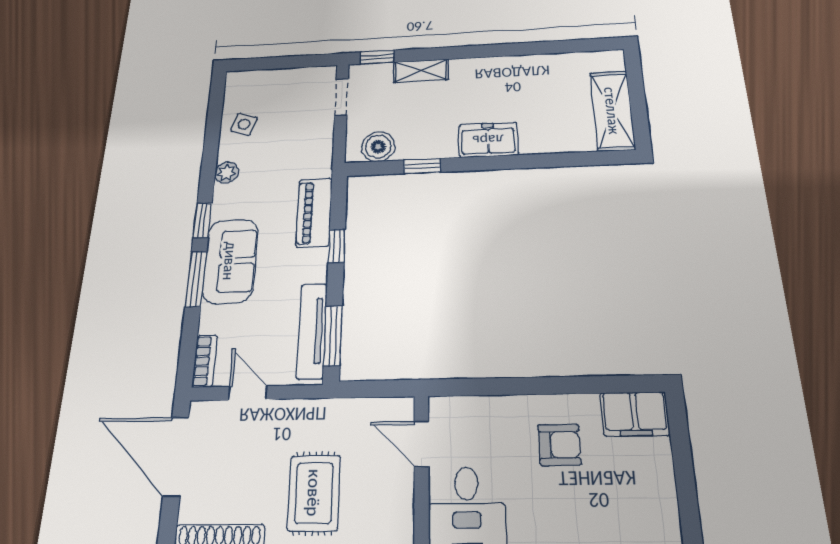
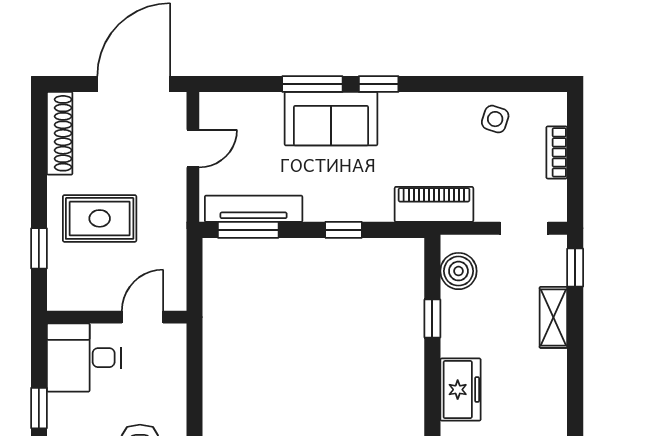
plant: (227, 173) -> (435, 105), removed
piano: (314, 212) -> (434, 204), moved
bookcase: (205, 361) -> (557, 152), moved, turned 90

